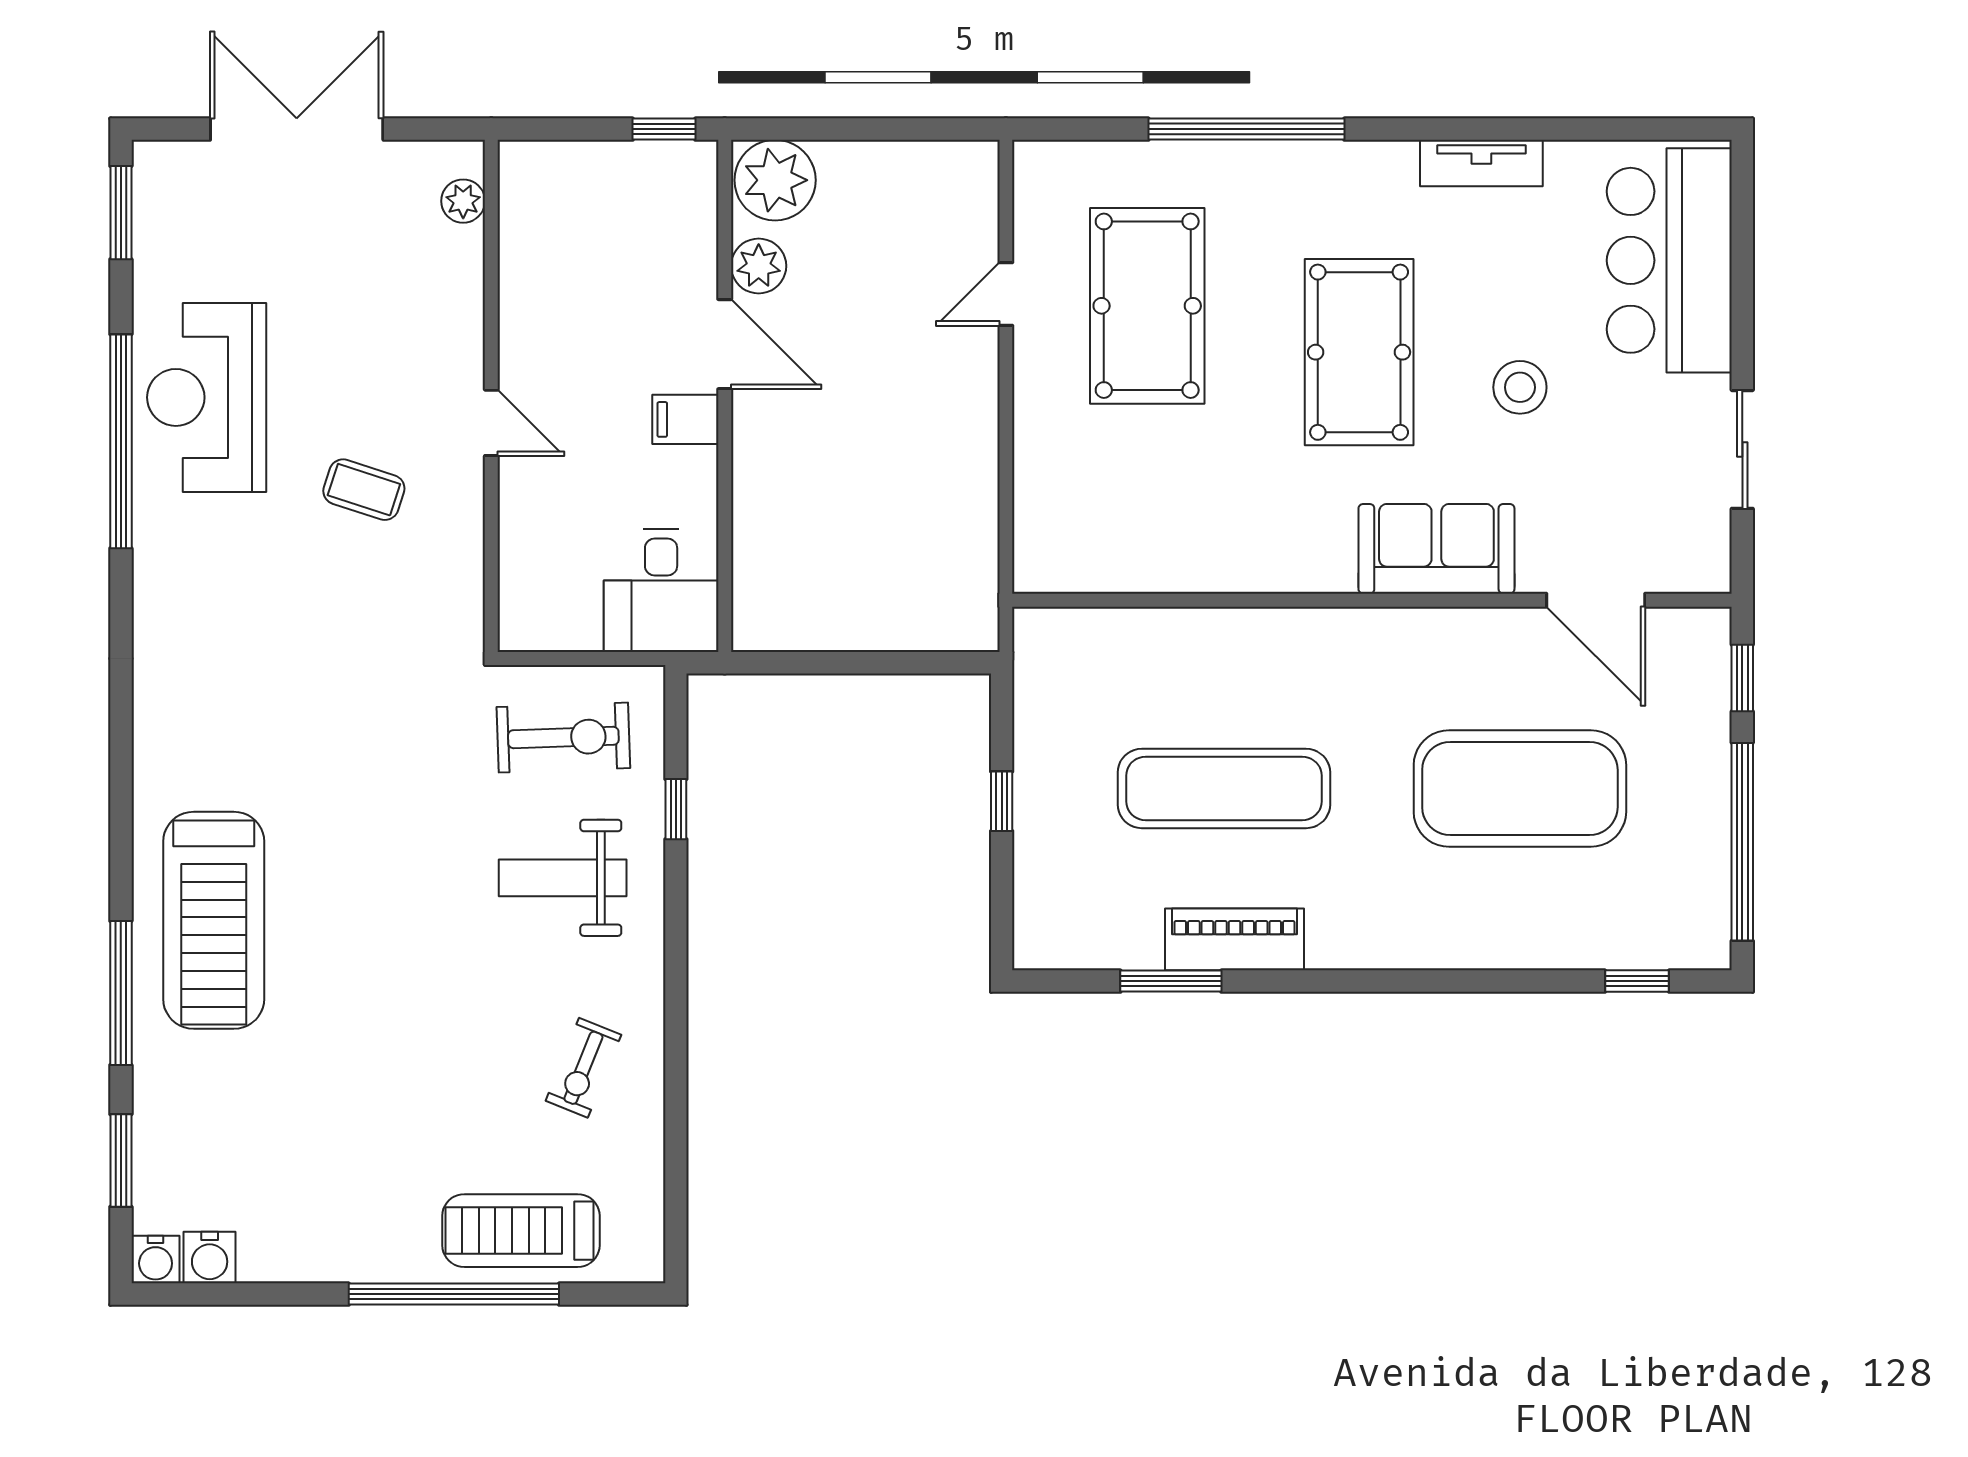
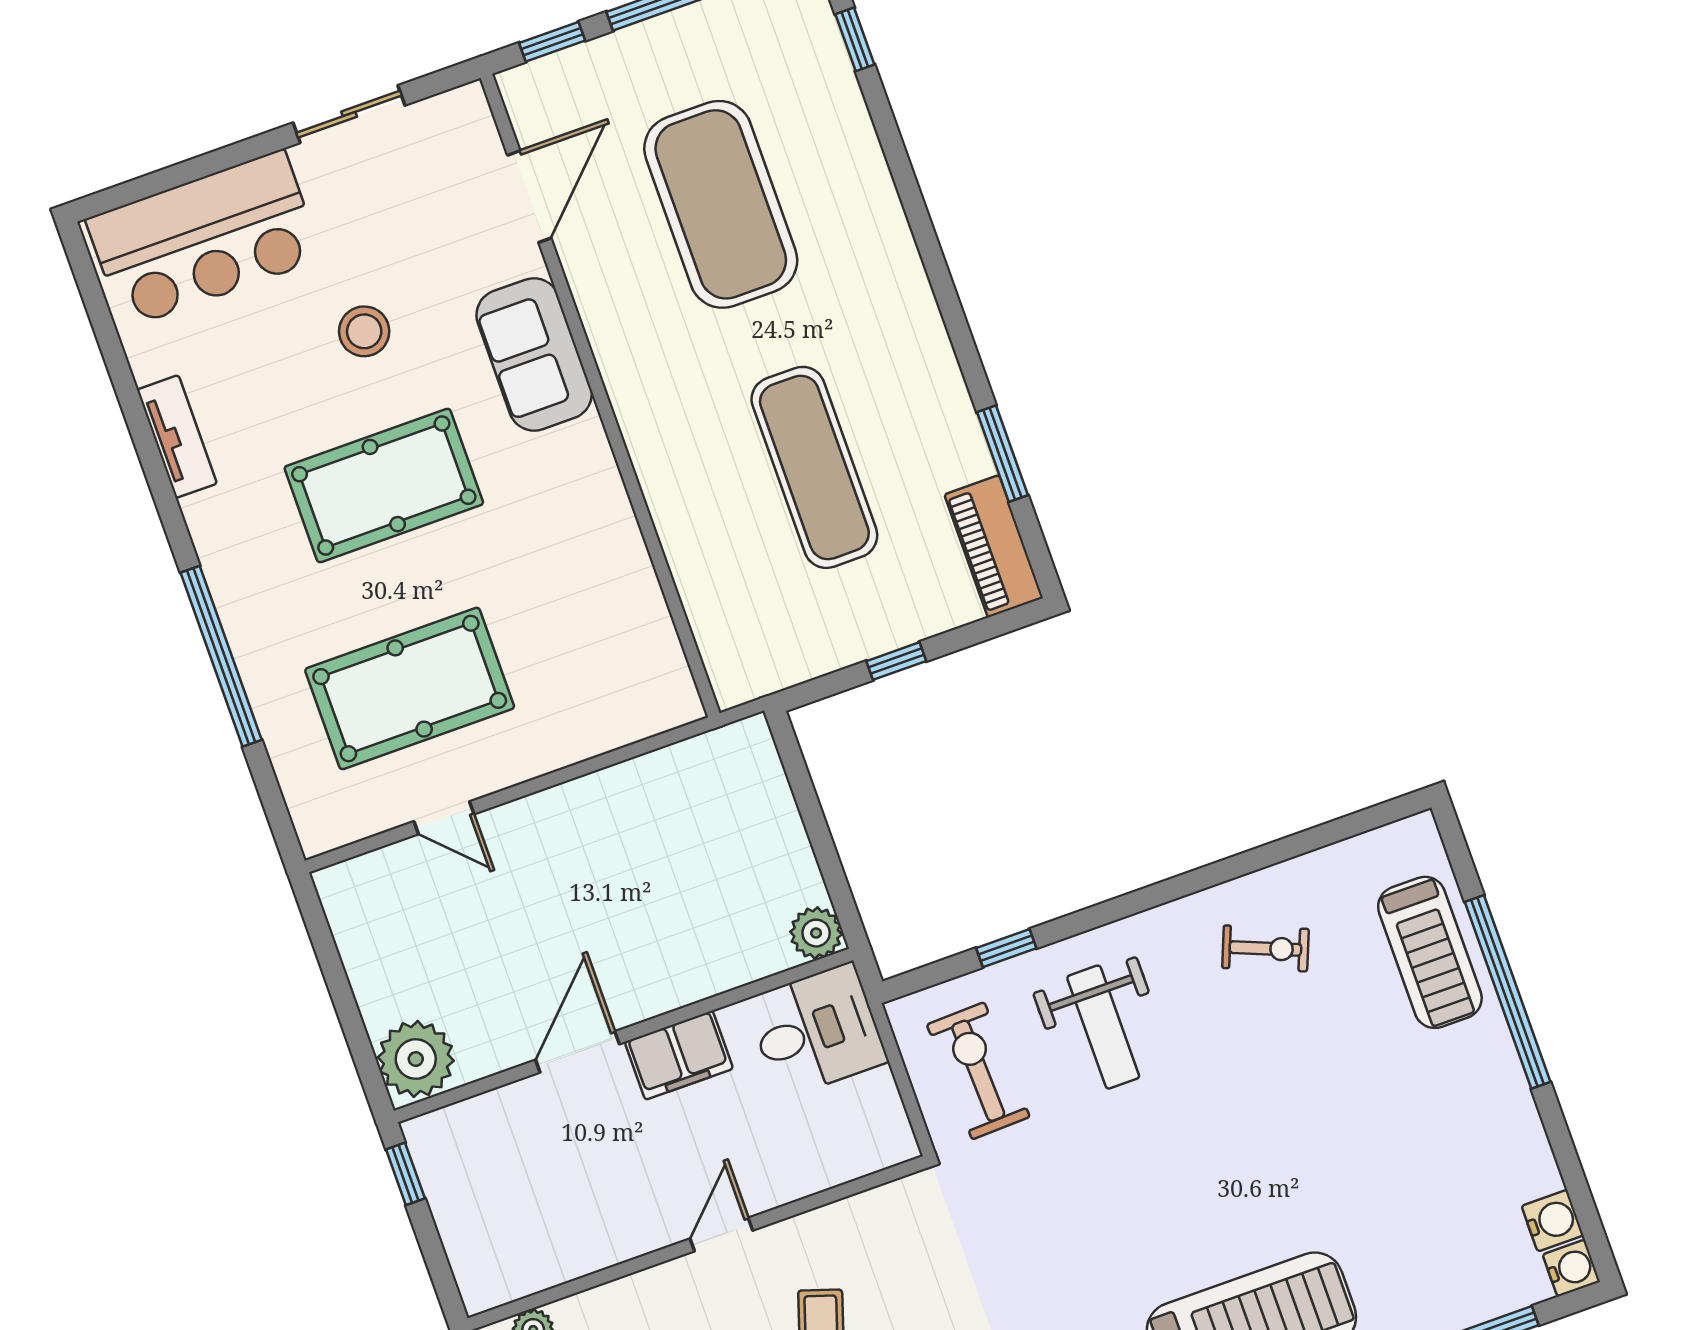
plant: (759, 266) -> (816, 933), moved
filing cabinet: (685, 419) -> (679, 1055), width x2.00
piano: (1235, 939) -> (994, 546), moved

